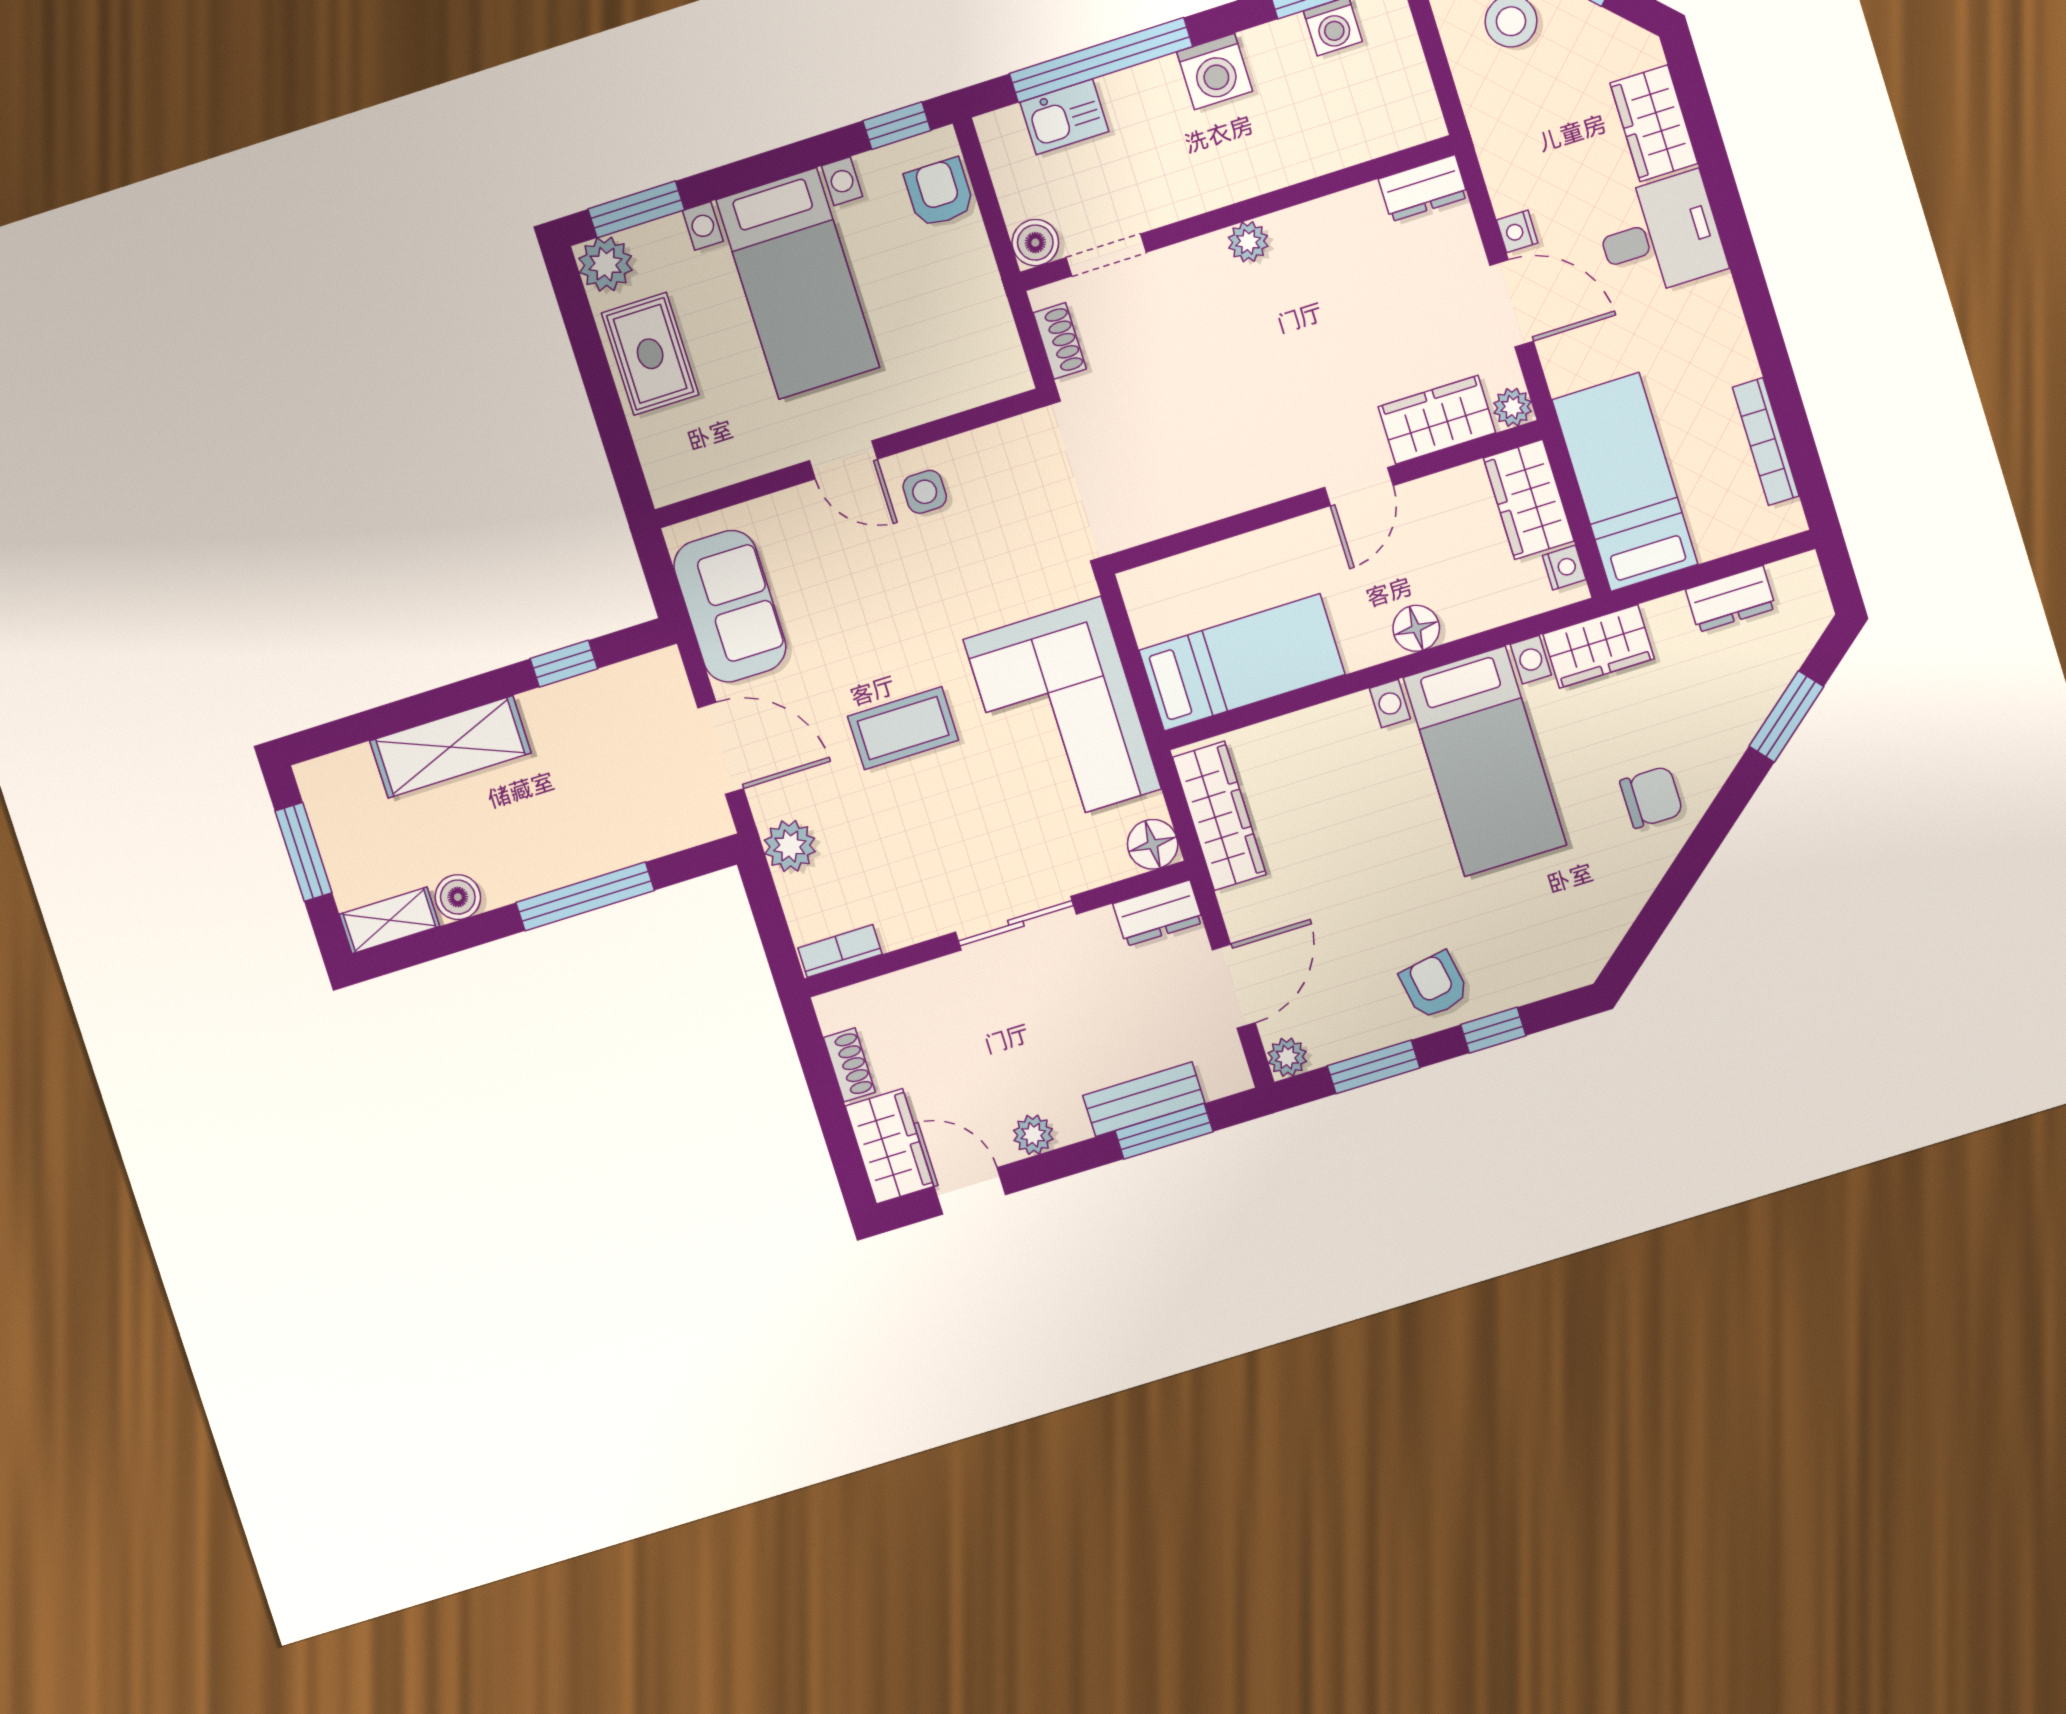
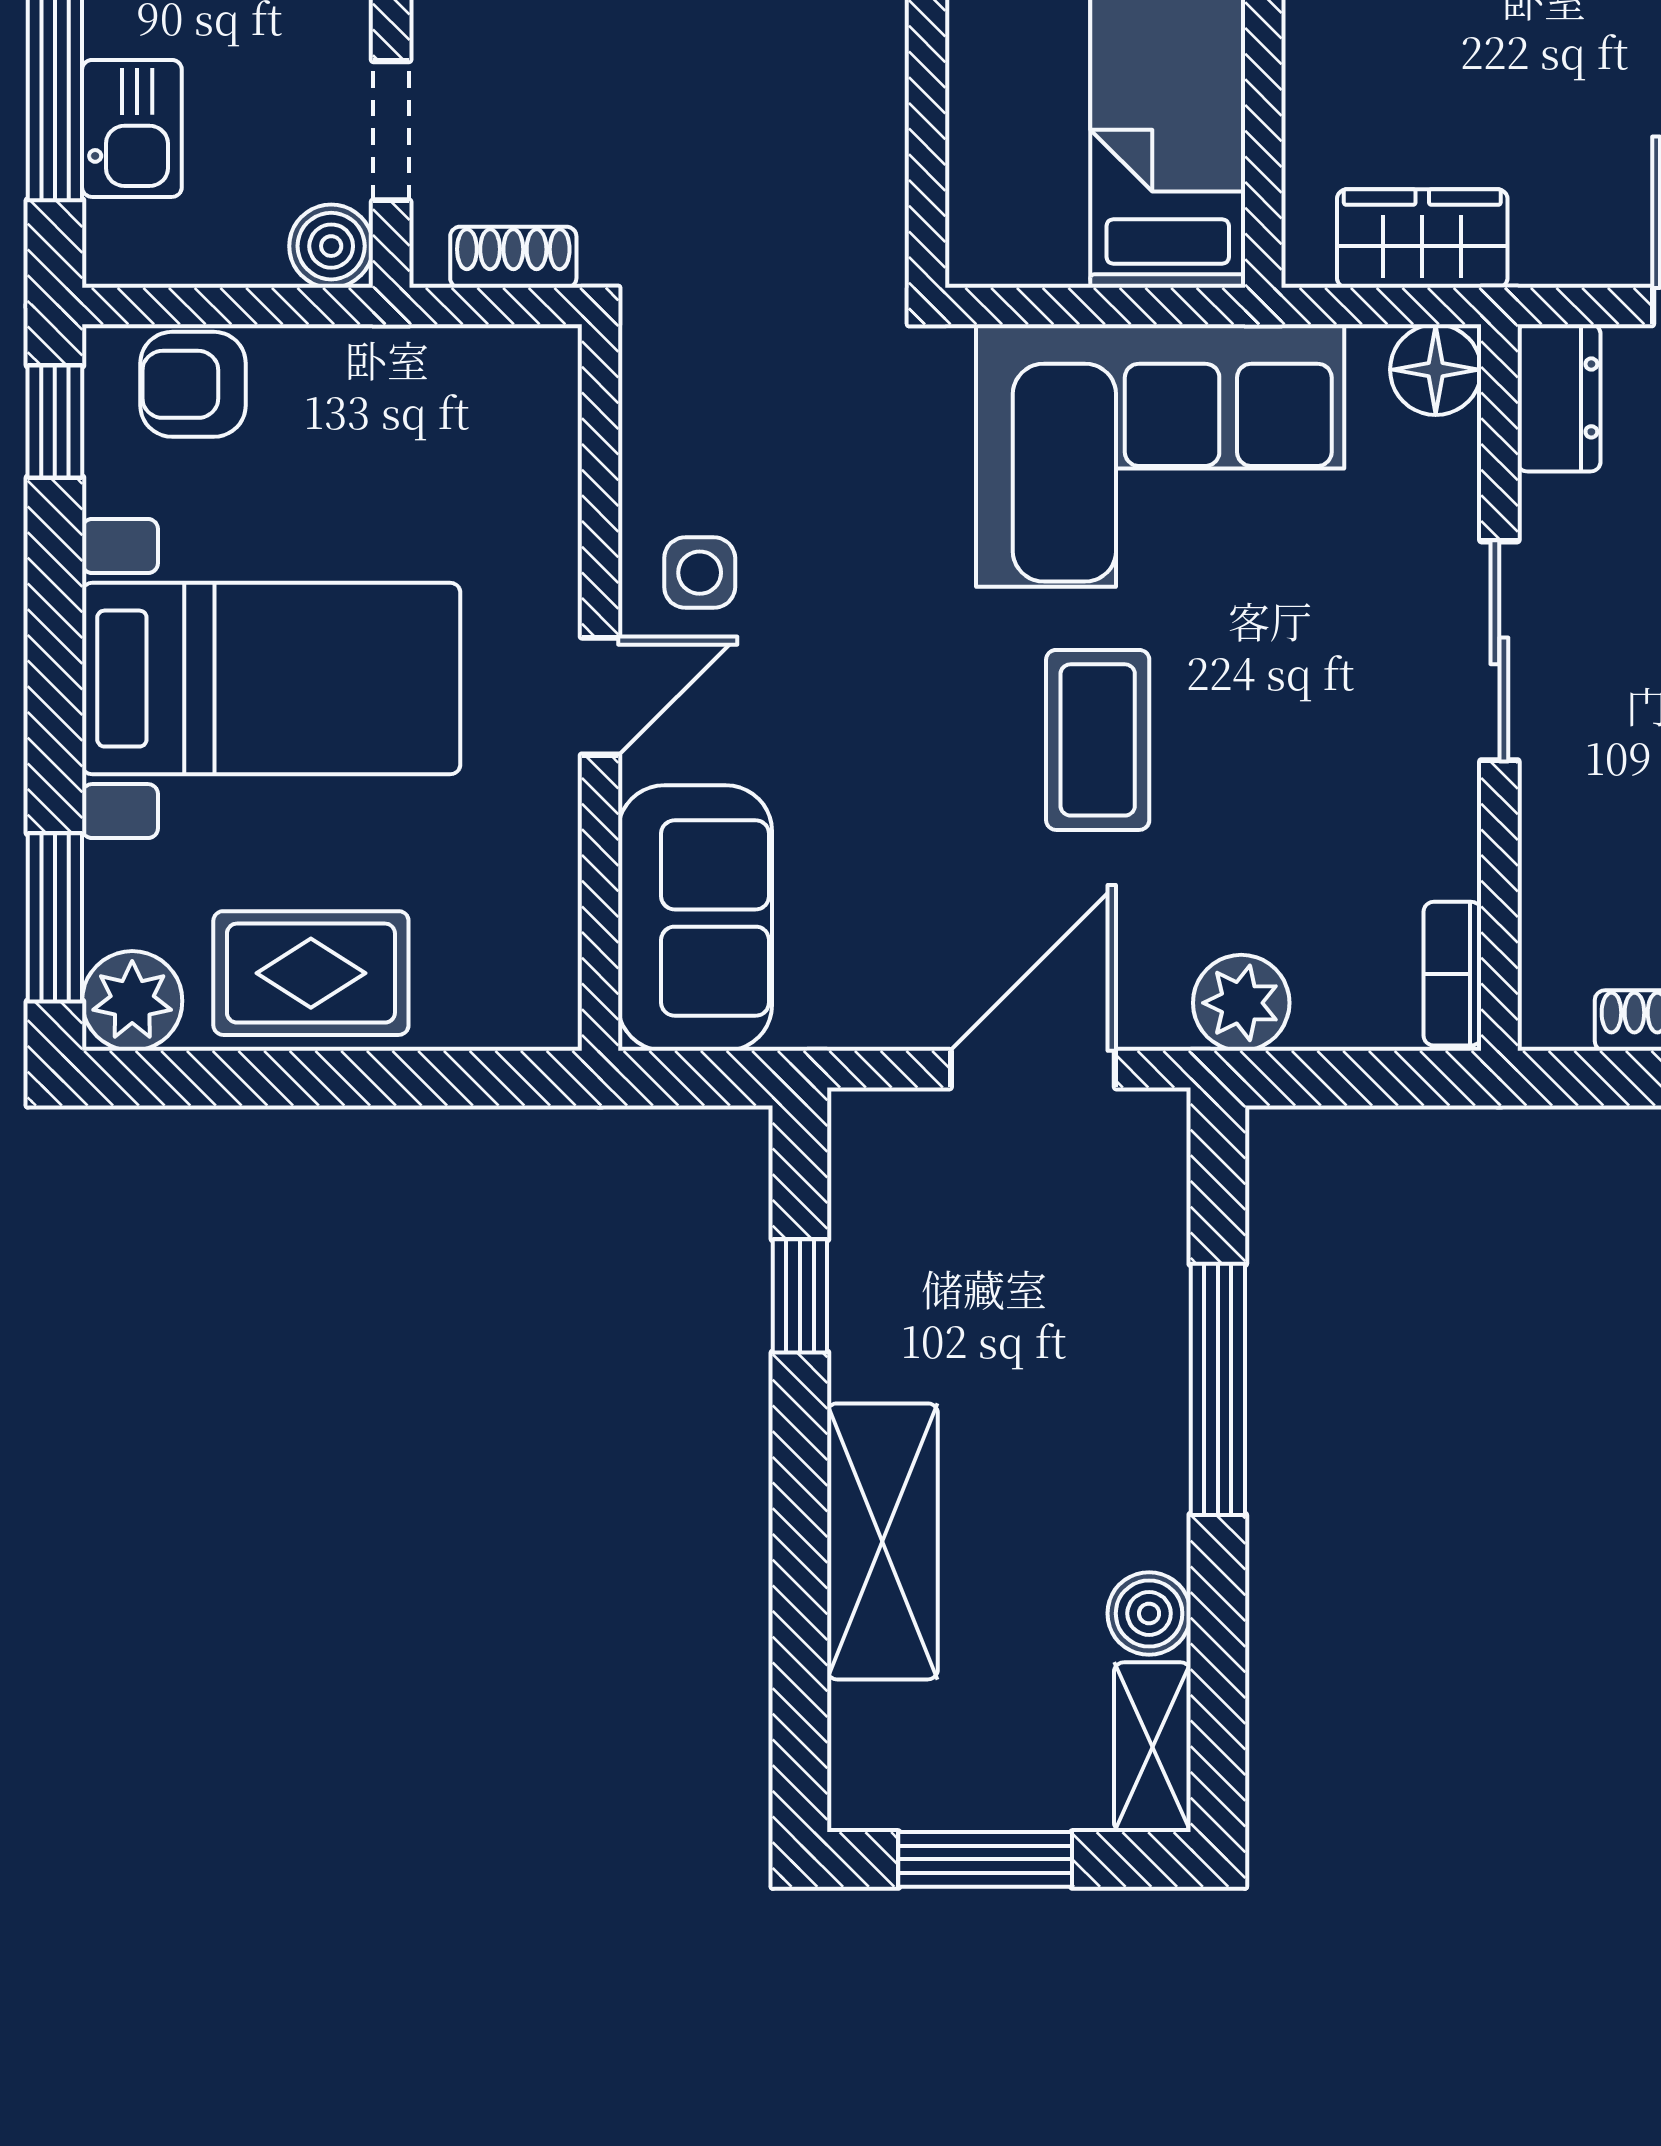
sofa: (730, 606) -> (695, 918), moved, turned 90
wardrobe: (1219, 816) -> (1422, 238), width x0.67

